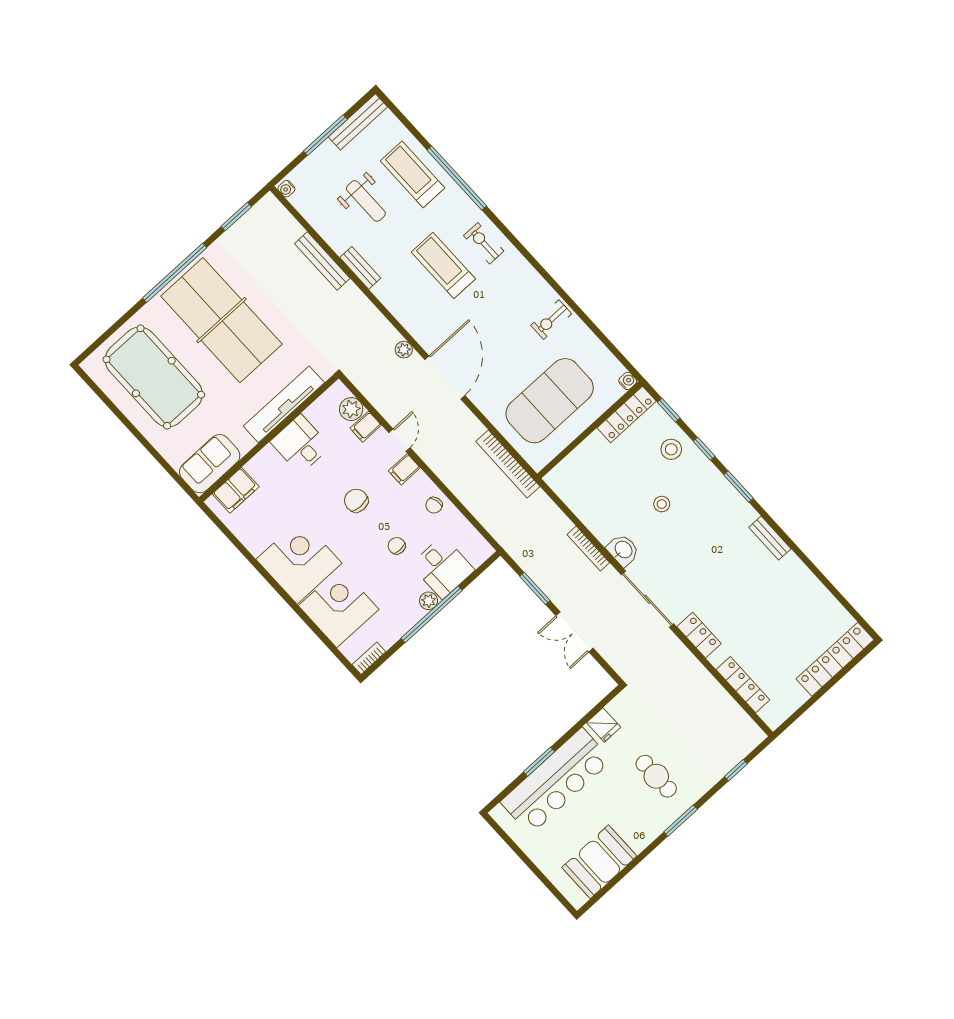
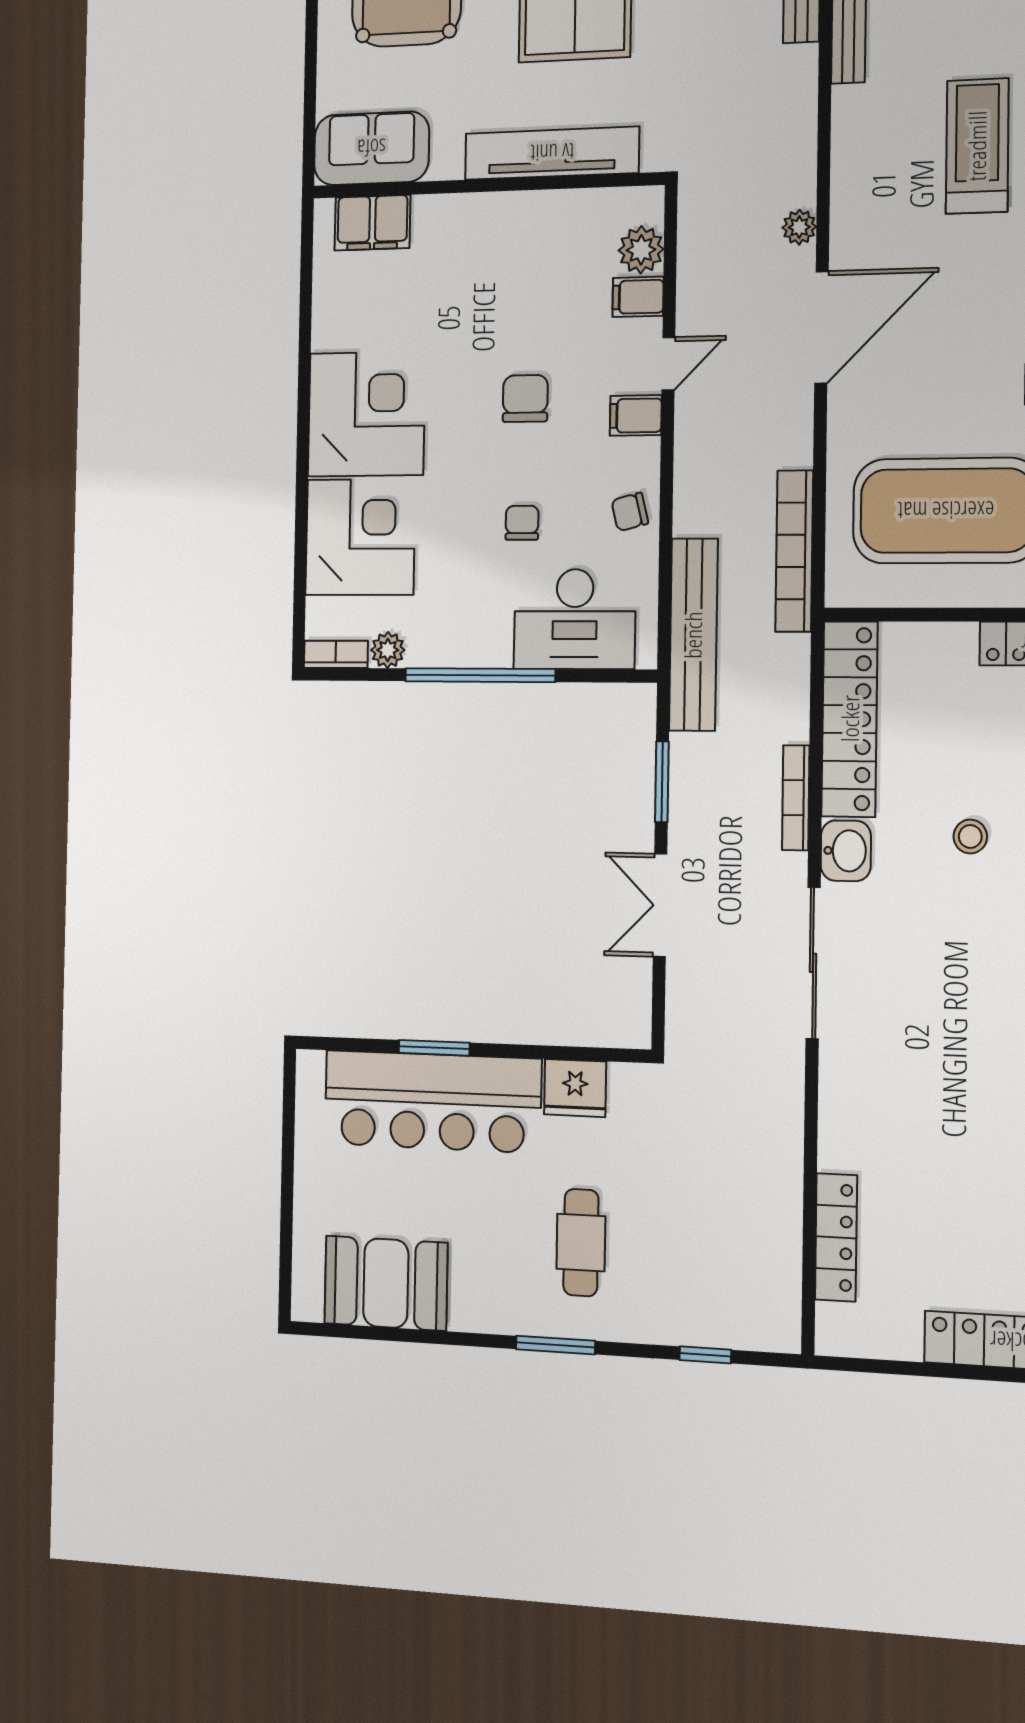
desk: (300, 444) -> (522, 237), removed
bench: (498, 527) -> (693, 635), added
desk: (443, 567) -> (575, 619), width x1.37
plant: (429, 601) -> (388, 650), moved
locker: (699, 635) -> (850, 719), moved, width x2.16, depth x1.21
fridge: (604, 725) -> (575, 1088), width x1.38

